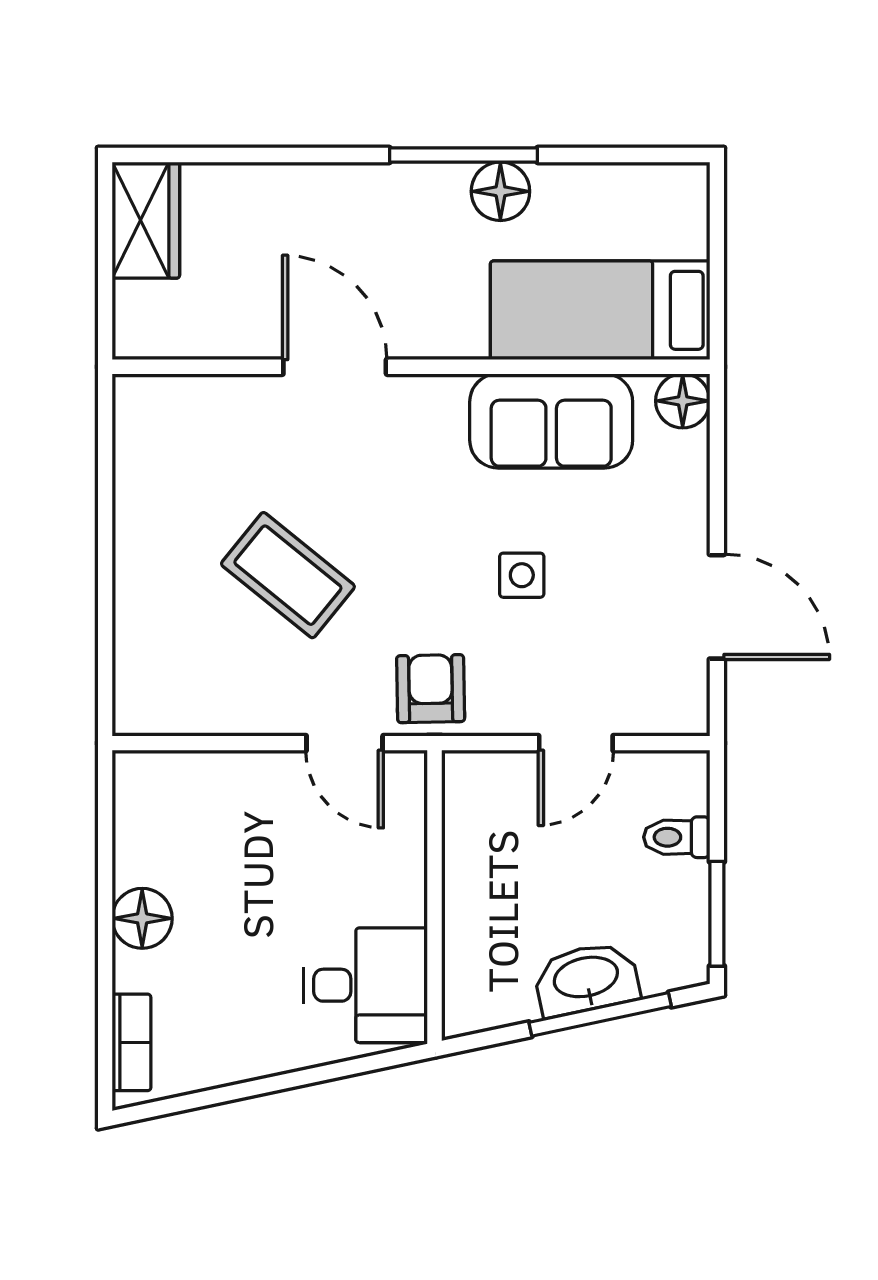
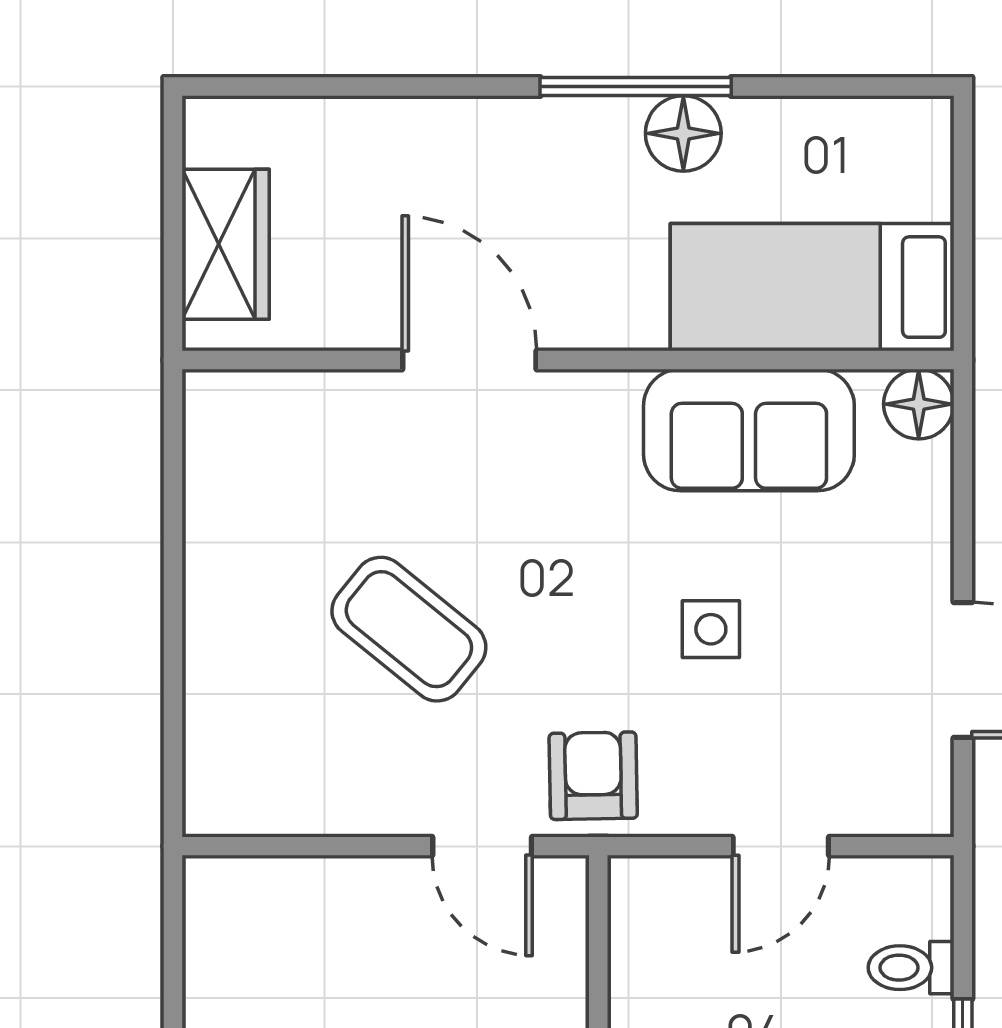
wardrobe: (146, 220) -> (226, 244), moved

